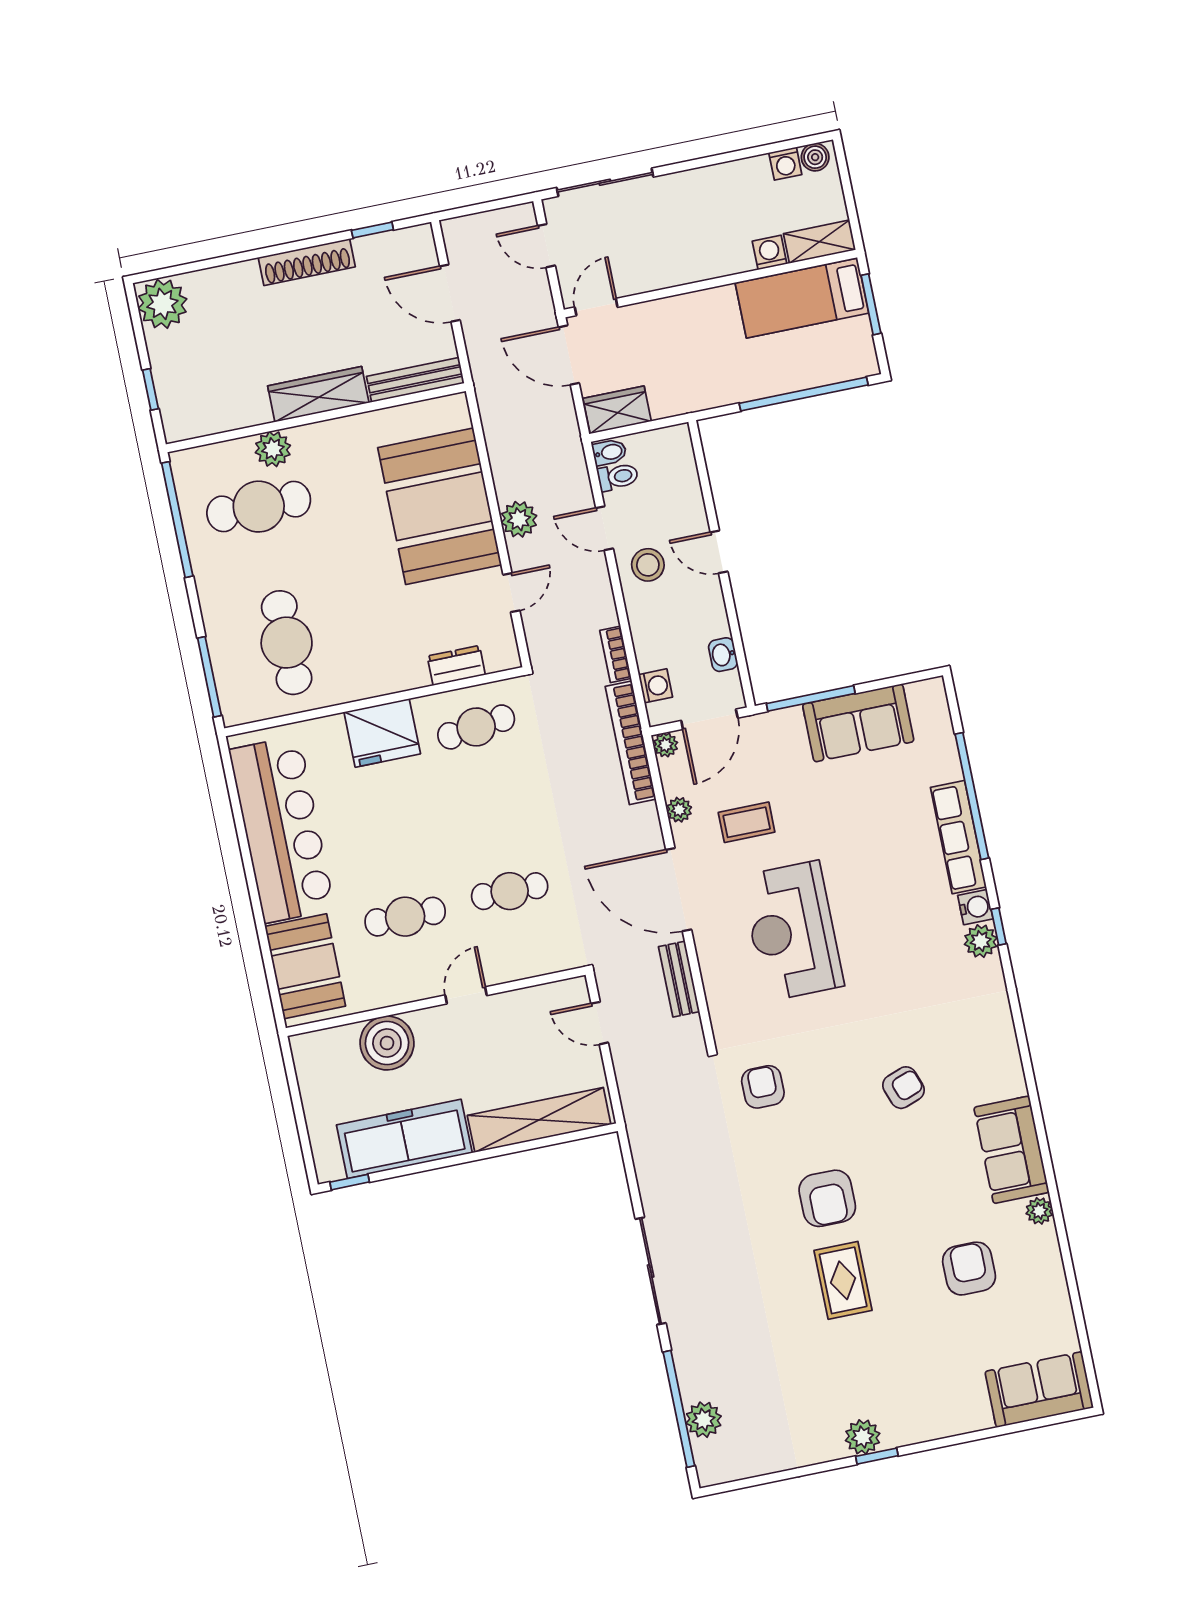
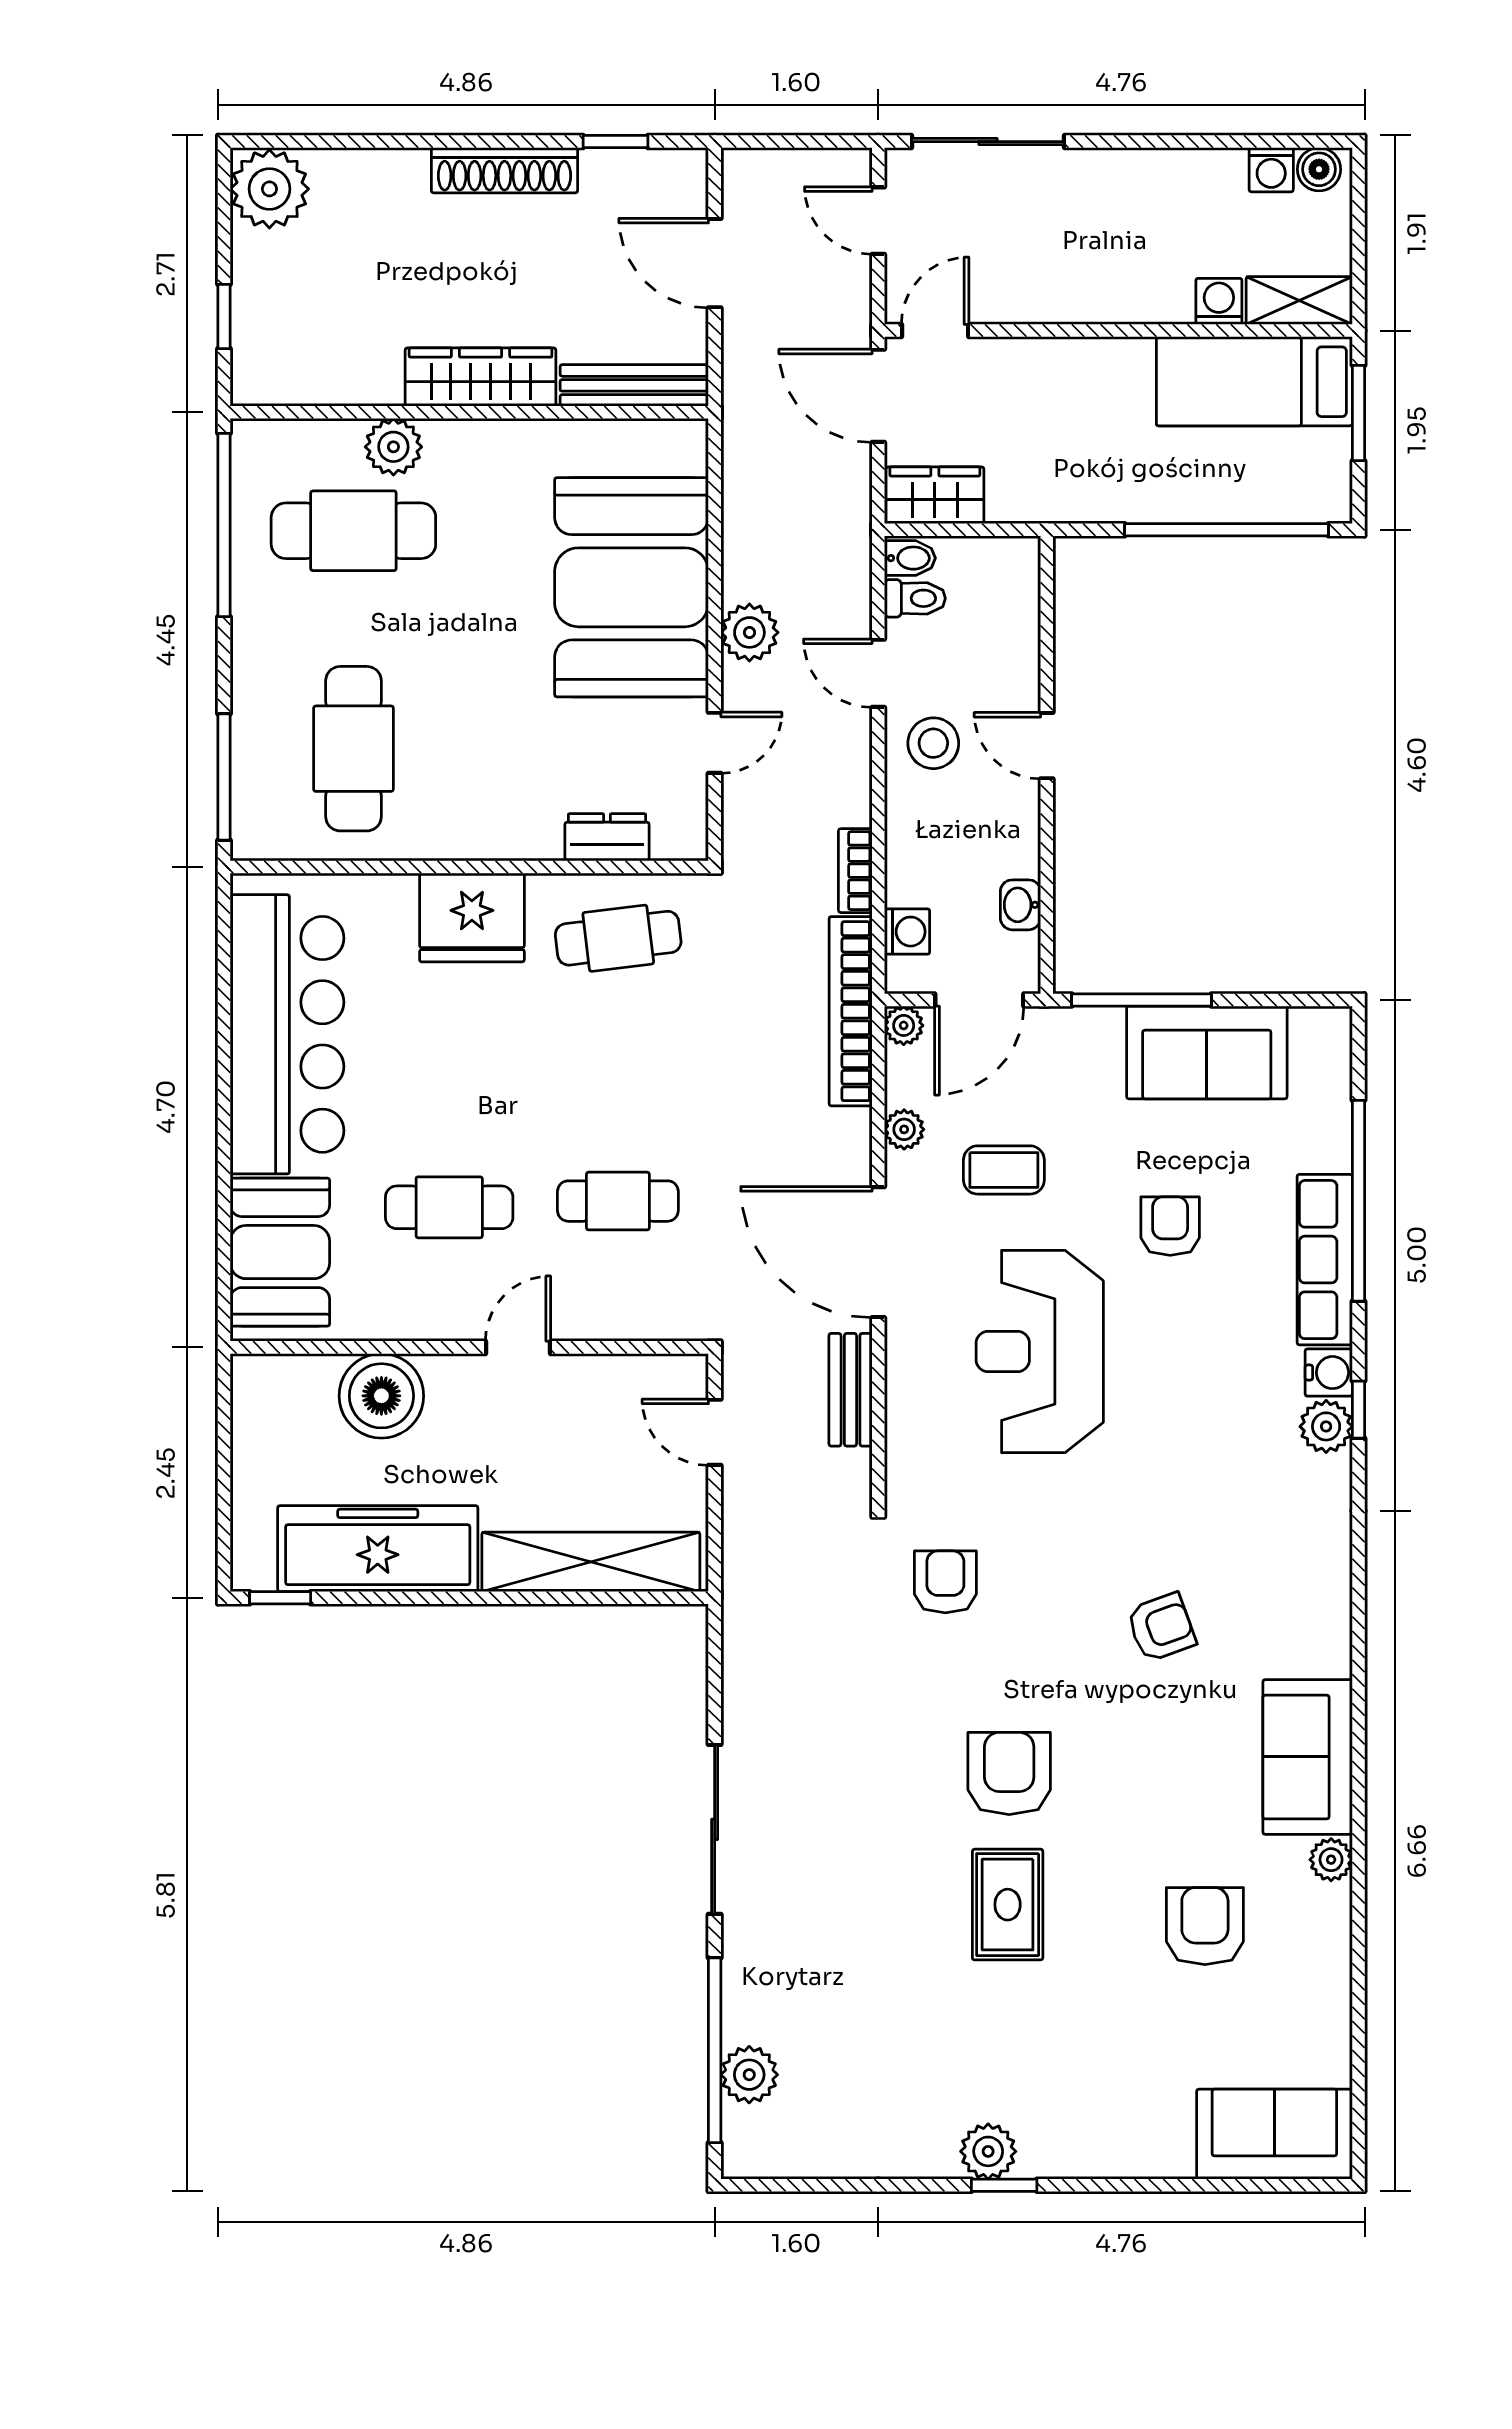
armchair: (858, 836) -> (1170, 1226), added
armchair: (827, 1198) -> (1009, 1773), turned 180

